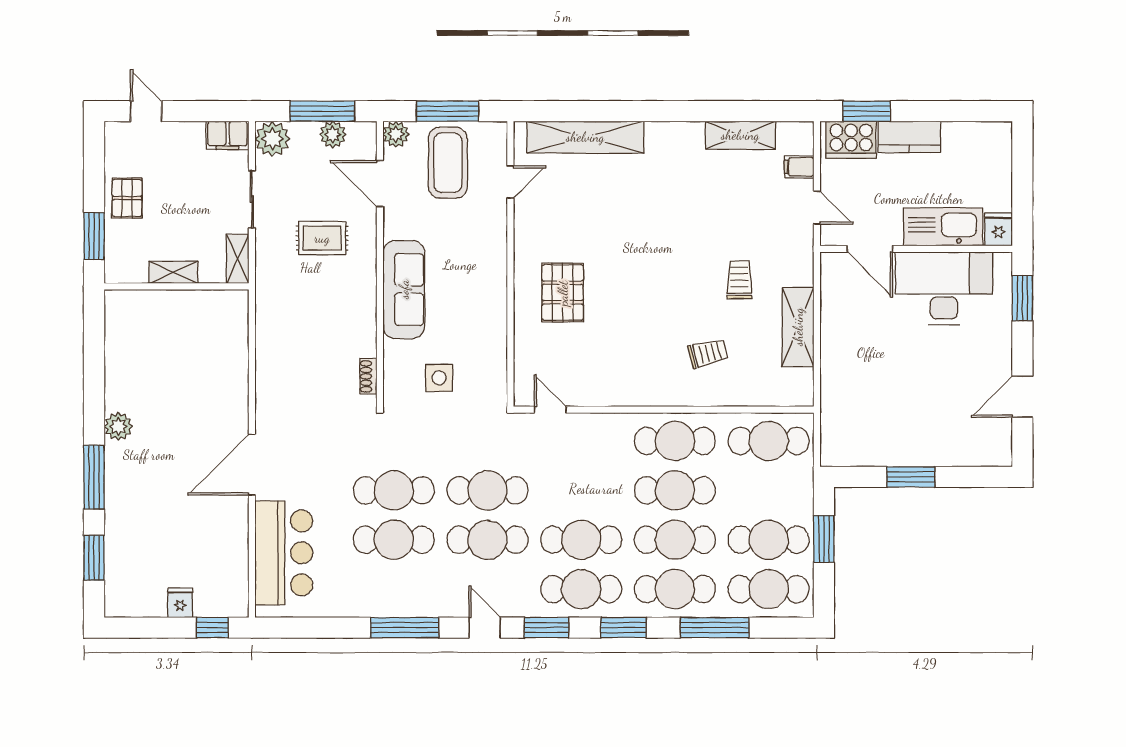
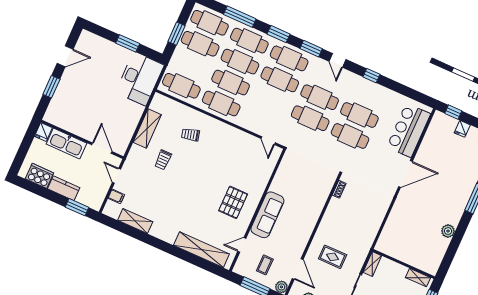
cooker: (851, 140) -> (39, 176), moved
coffee table: (448, 163) -> (265, 265), width x0.54, depth x0.58
shelving: (173, 272) -> (418, 278), moved
desk: (944, 288) -> (140, 79), moved, turned -90
sofa: (404, 289) -> (267, 215), moved, turned 180
pallet: (563, 293) -> (233, 202), moved
window: (1022, 298) -> (51, 87), moved
side table: (439, 378) -> (309, 175), removed
plant: (118, 426) -> (448, 231), moved
window: (405, 628) -> (371, 76), width x0.46

